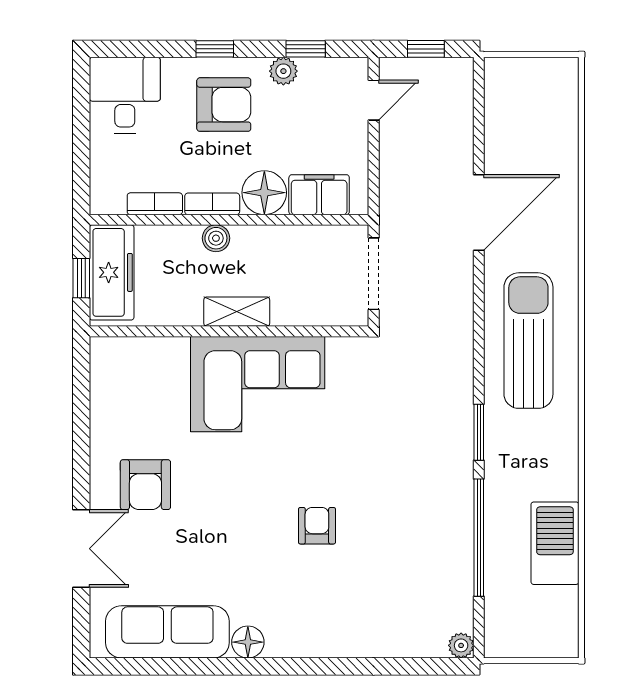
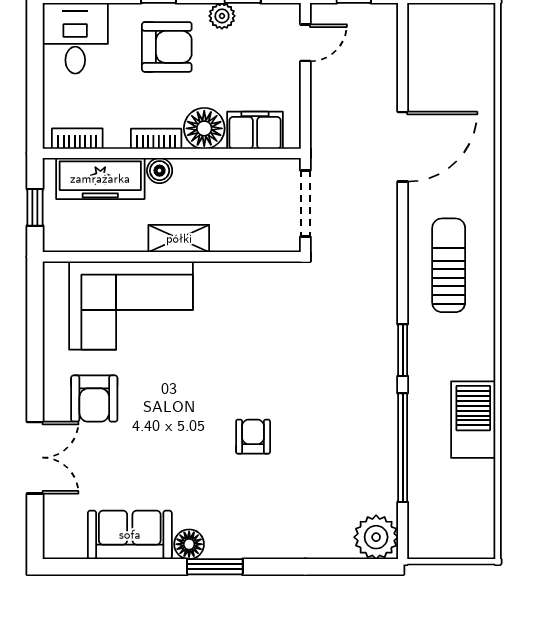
bookcase: (155, 204) -> (77, 139), moved
freezer: (112, 272) -> (100, 179), moved, turned 90
sun lounger: (528, 341) -> (449, 265), width x0.73, depth x0.75
corner sofa: (258, 384) -> (131, 306), moved
barbecue: (555, 543) -> (473, 420), moved
sofa: (167, 632) -> (130, 535), width x0.73
plant: (461, 645) -> (376, 537), width x1.88, depth x1.88
window: (276, 666) -> (215, 567), added

